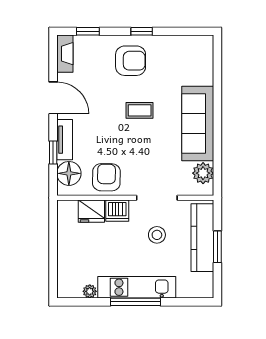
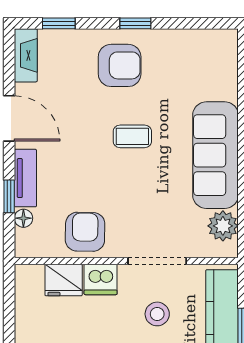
floor lamp: (69, 173) -> (23, 218), width x0.53, depth x0.53

